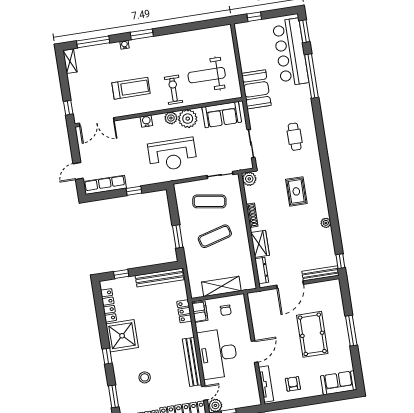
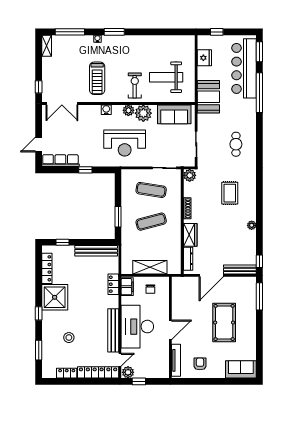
fridge: (245, 47) -> (204, 58), added
treadmill: (131, 88) -> (97, 78), turned 90
window: (351, 331) -> (259, 296), moved

